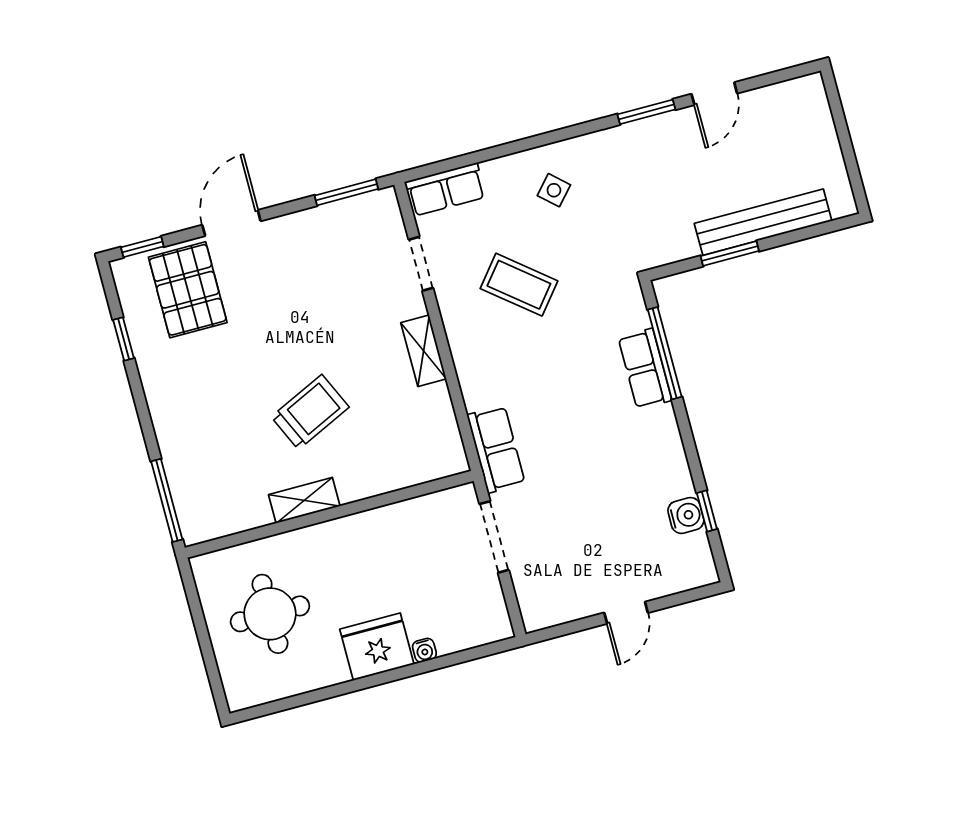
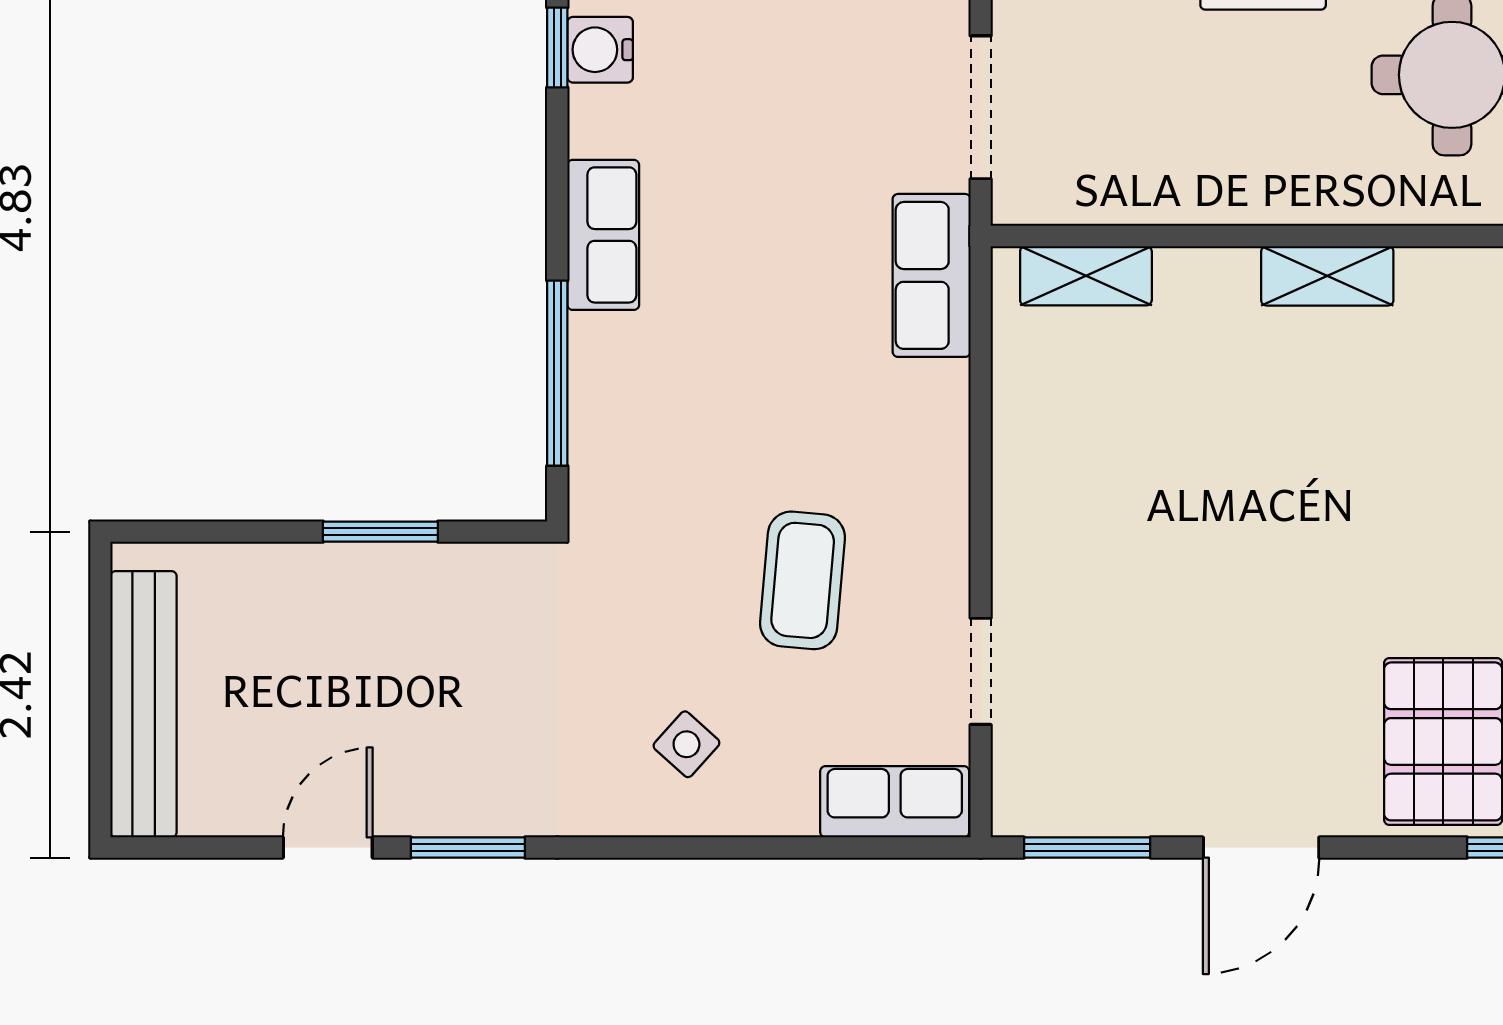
bench: (763, 222) -> (144, 704), moved, turned 90
door: (231, 223) -> (1261, 847), moved
coffee table: (519, 285) -> (803, 580), turned 56
shelving: (424, 351) -> (1086, 276), moved, turned 90
row of seats: (645, 369) -> (603, 235), moved
trolley: (310, 412) -> (1270, 443), removed

